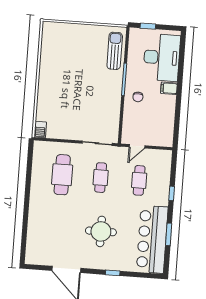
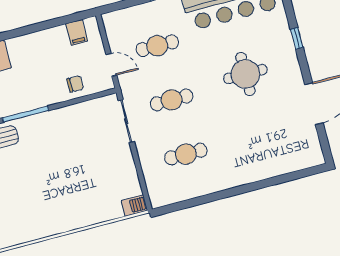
filing cabinet: (169, 88) -> (77, 32), moved
chair: (138, 97) -> (75, 84), moved
cafe table: (62, 175) -> (186, 154), width x0.73, depth x0.74

